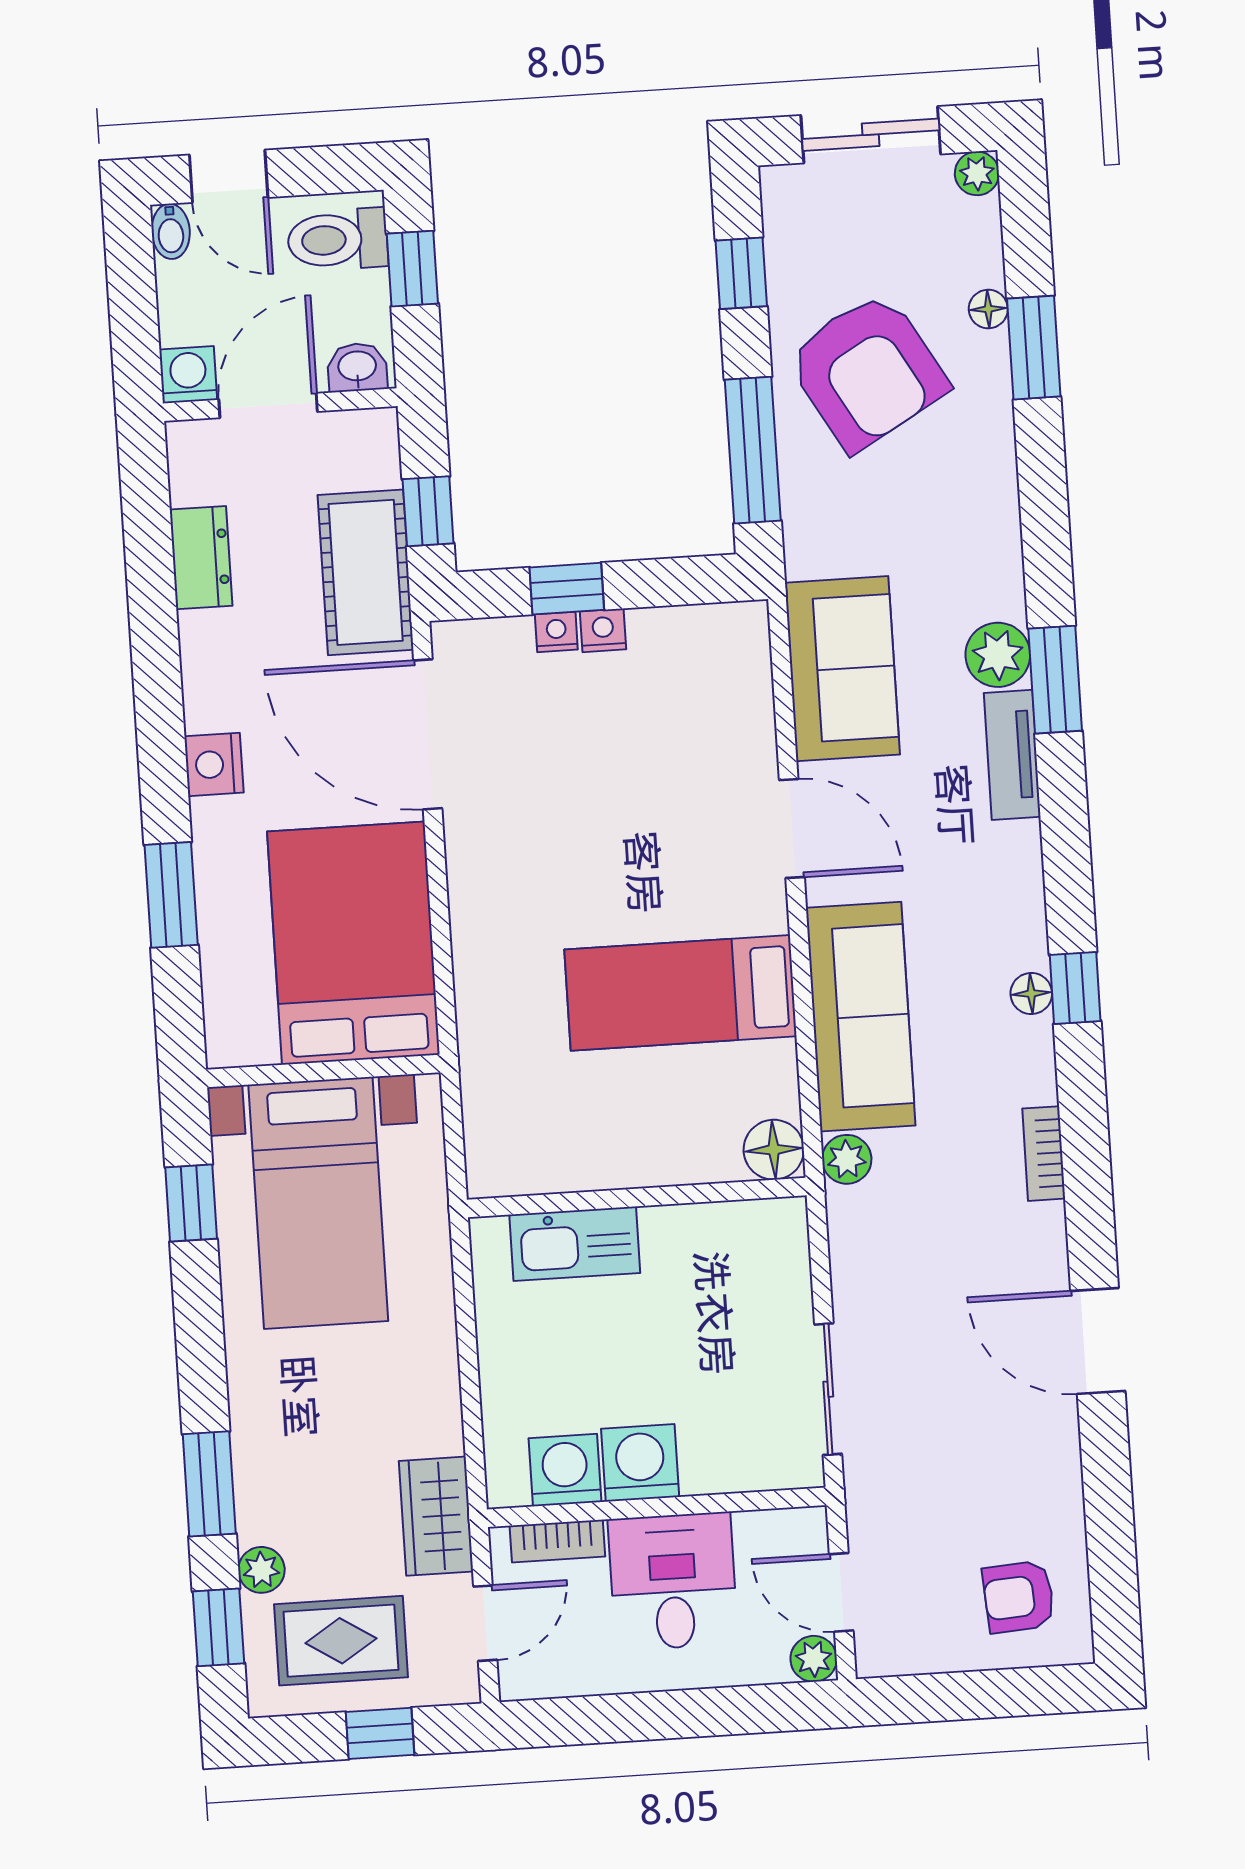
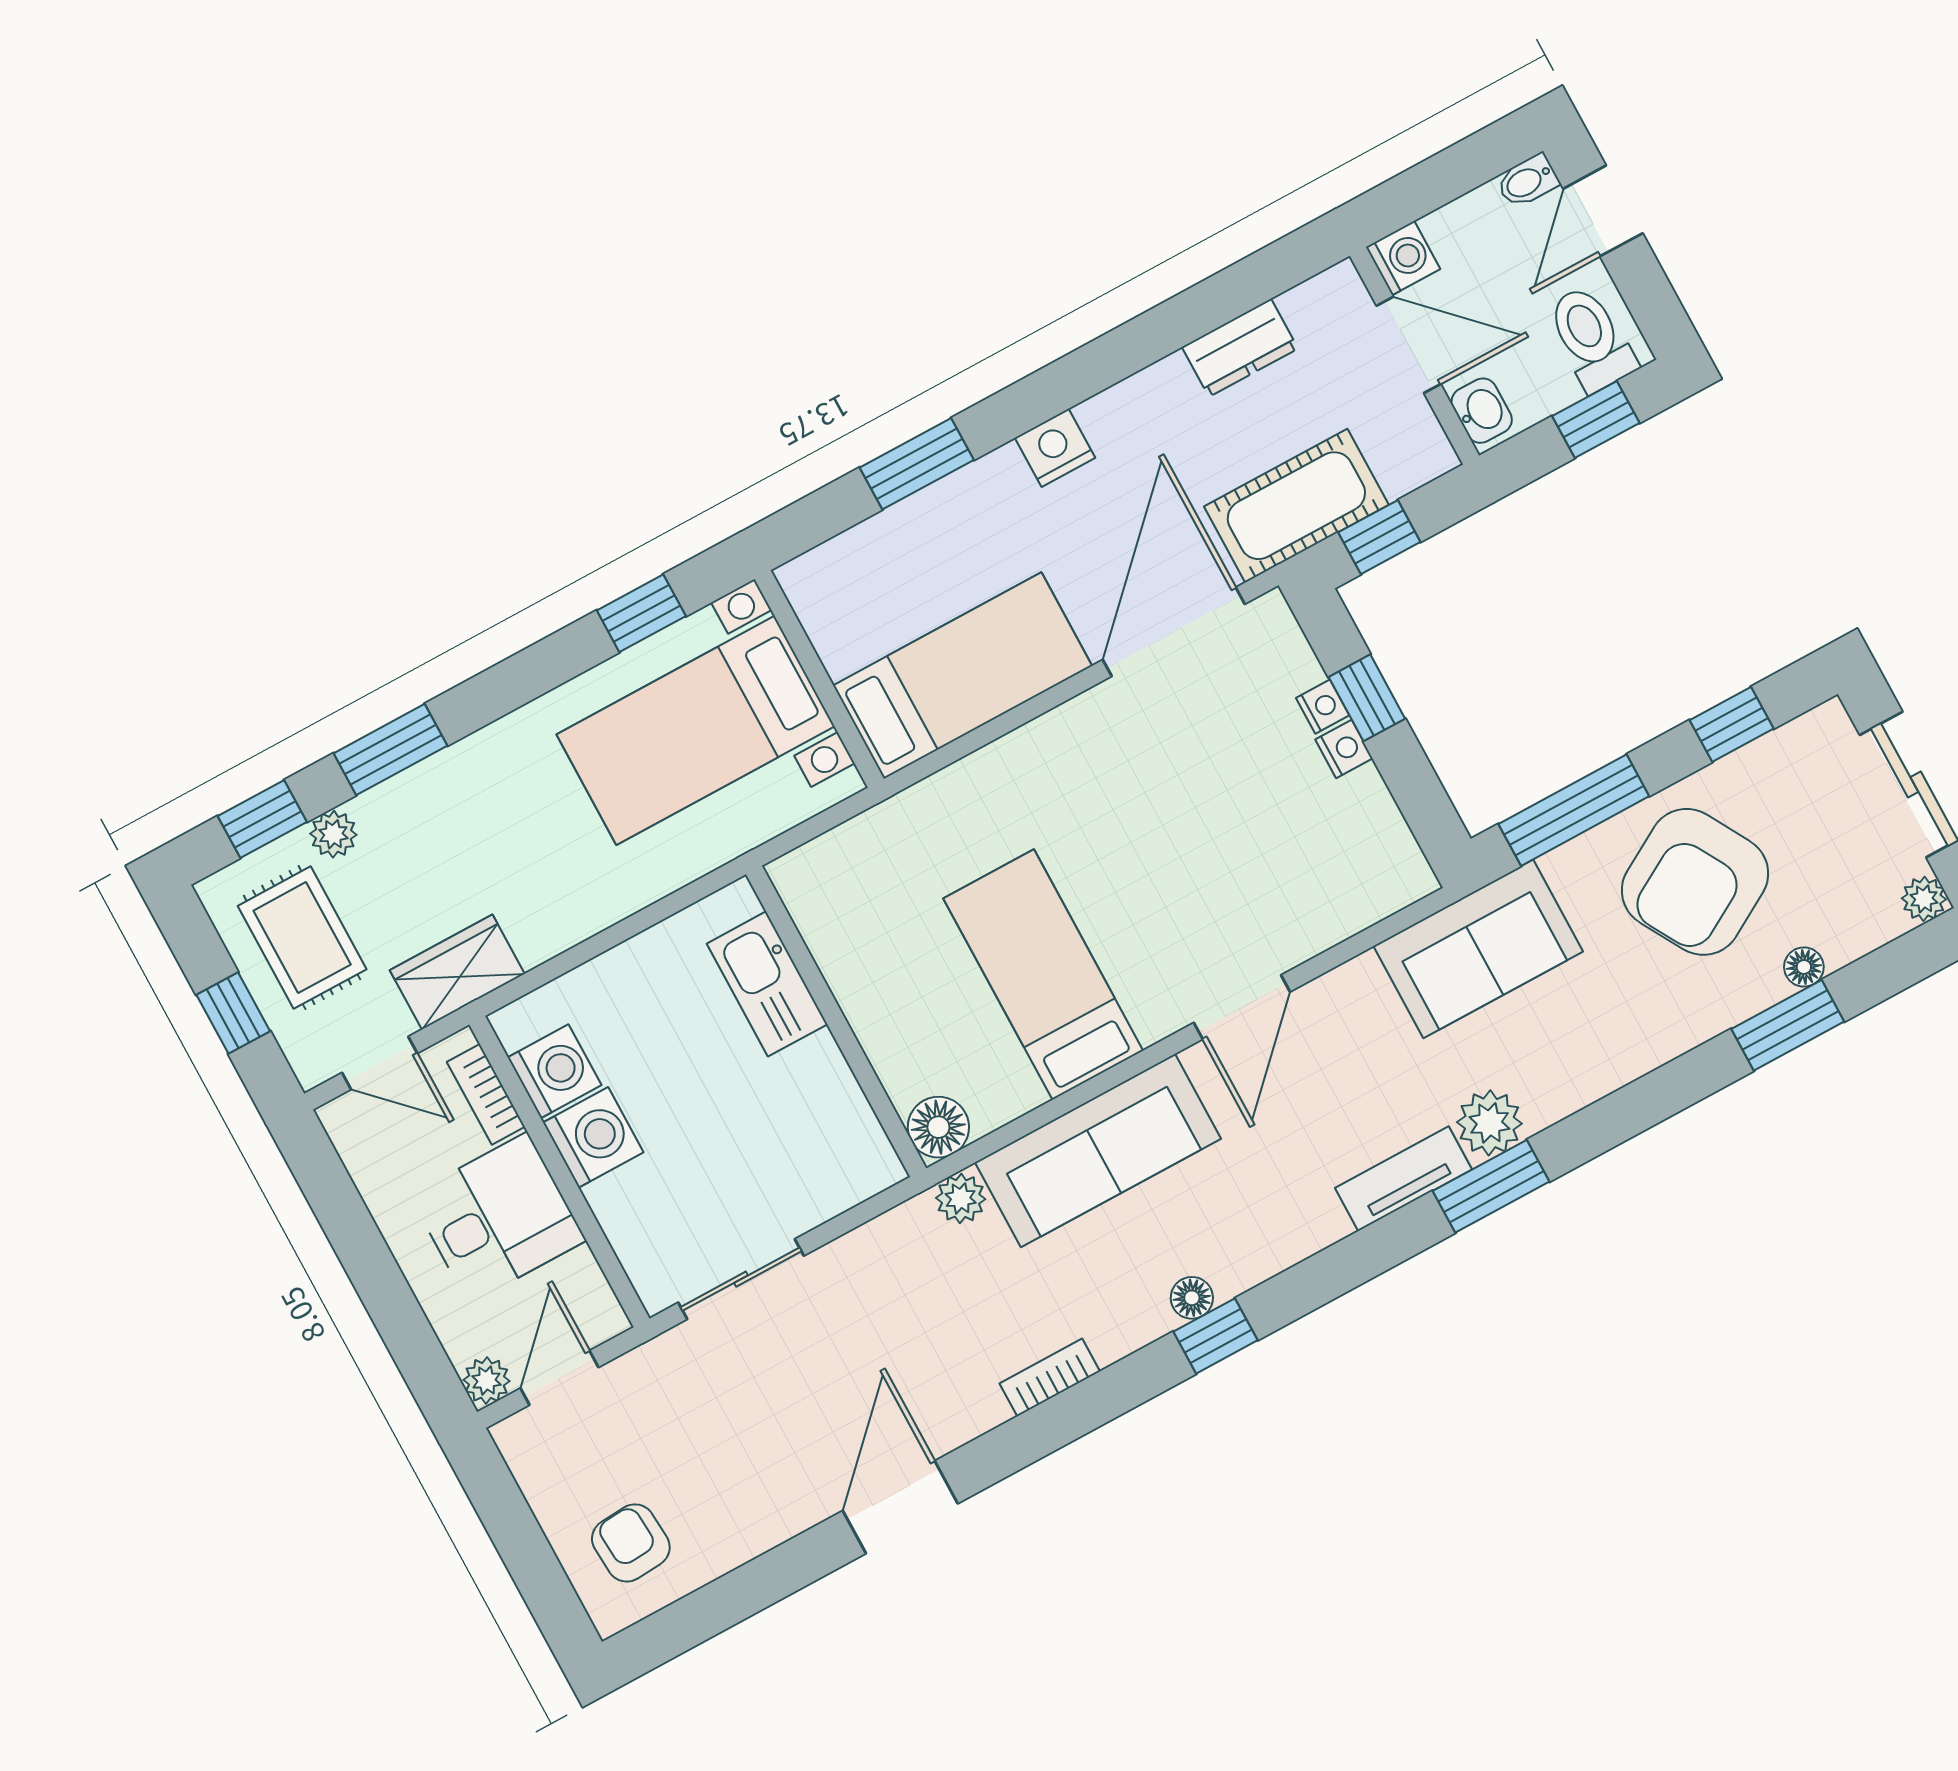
sofa: (842, 669) -> (1478, 949), moved
bed: (353, 943) -> (963, 676), width x0.67

